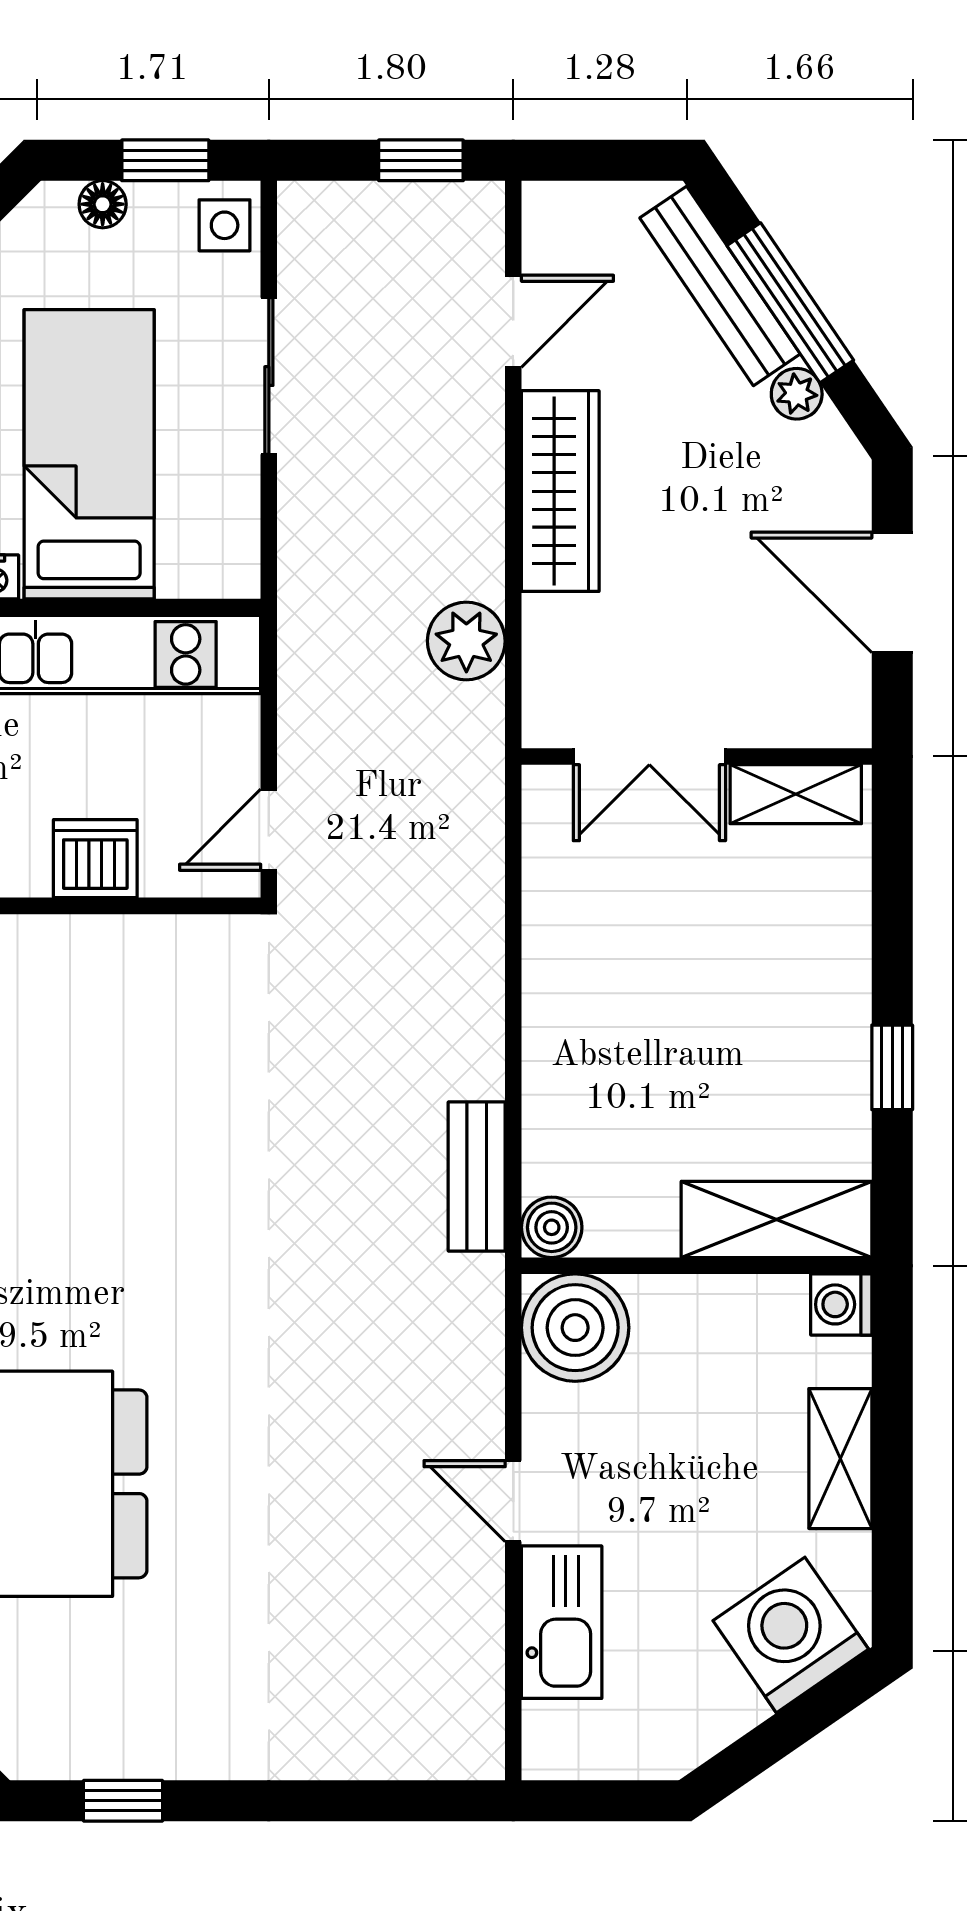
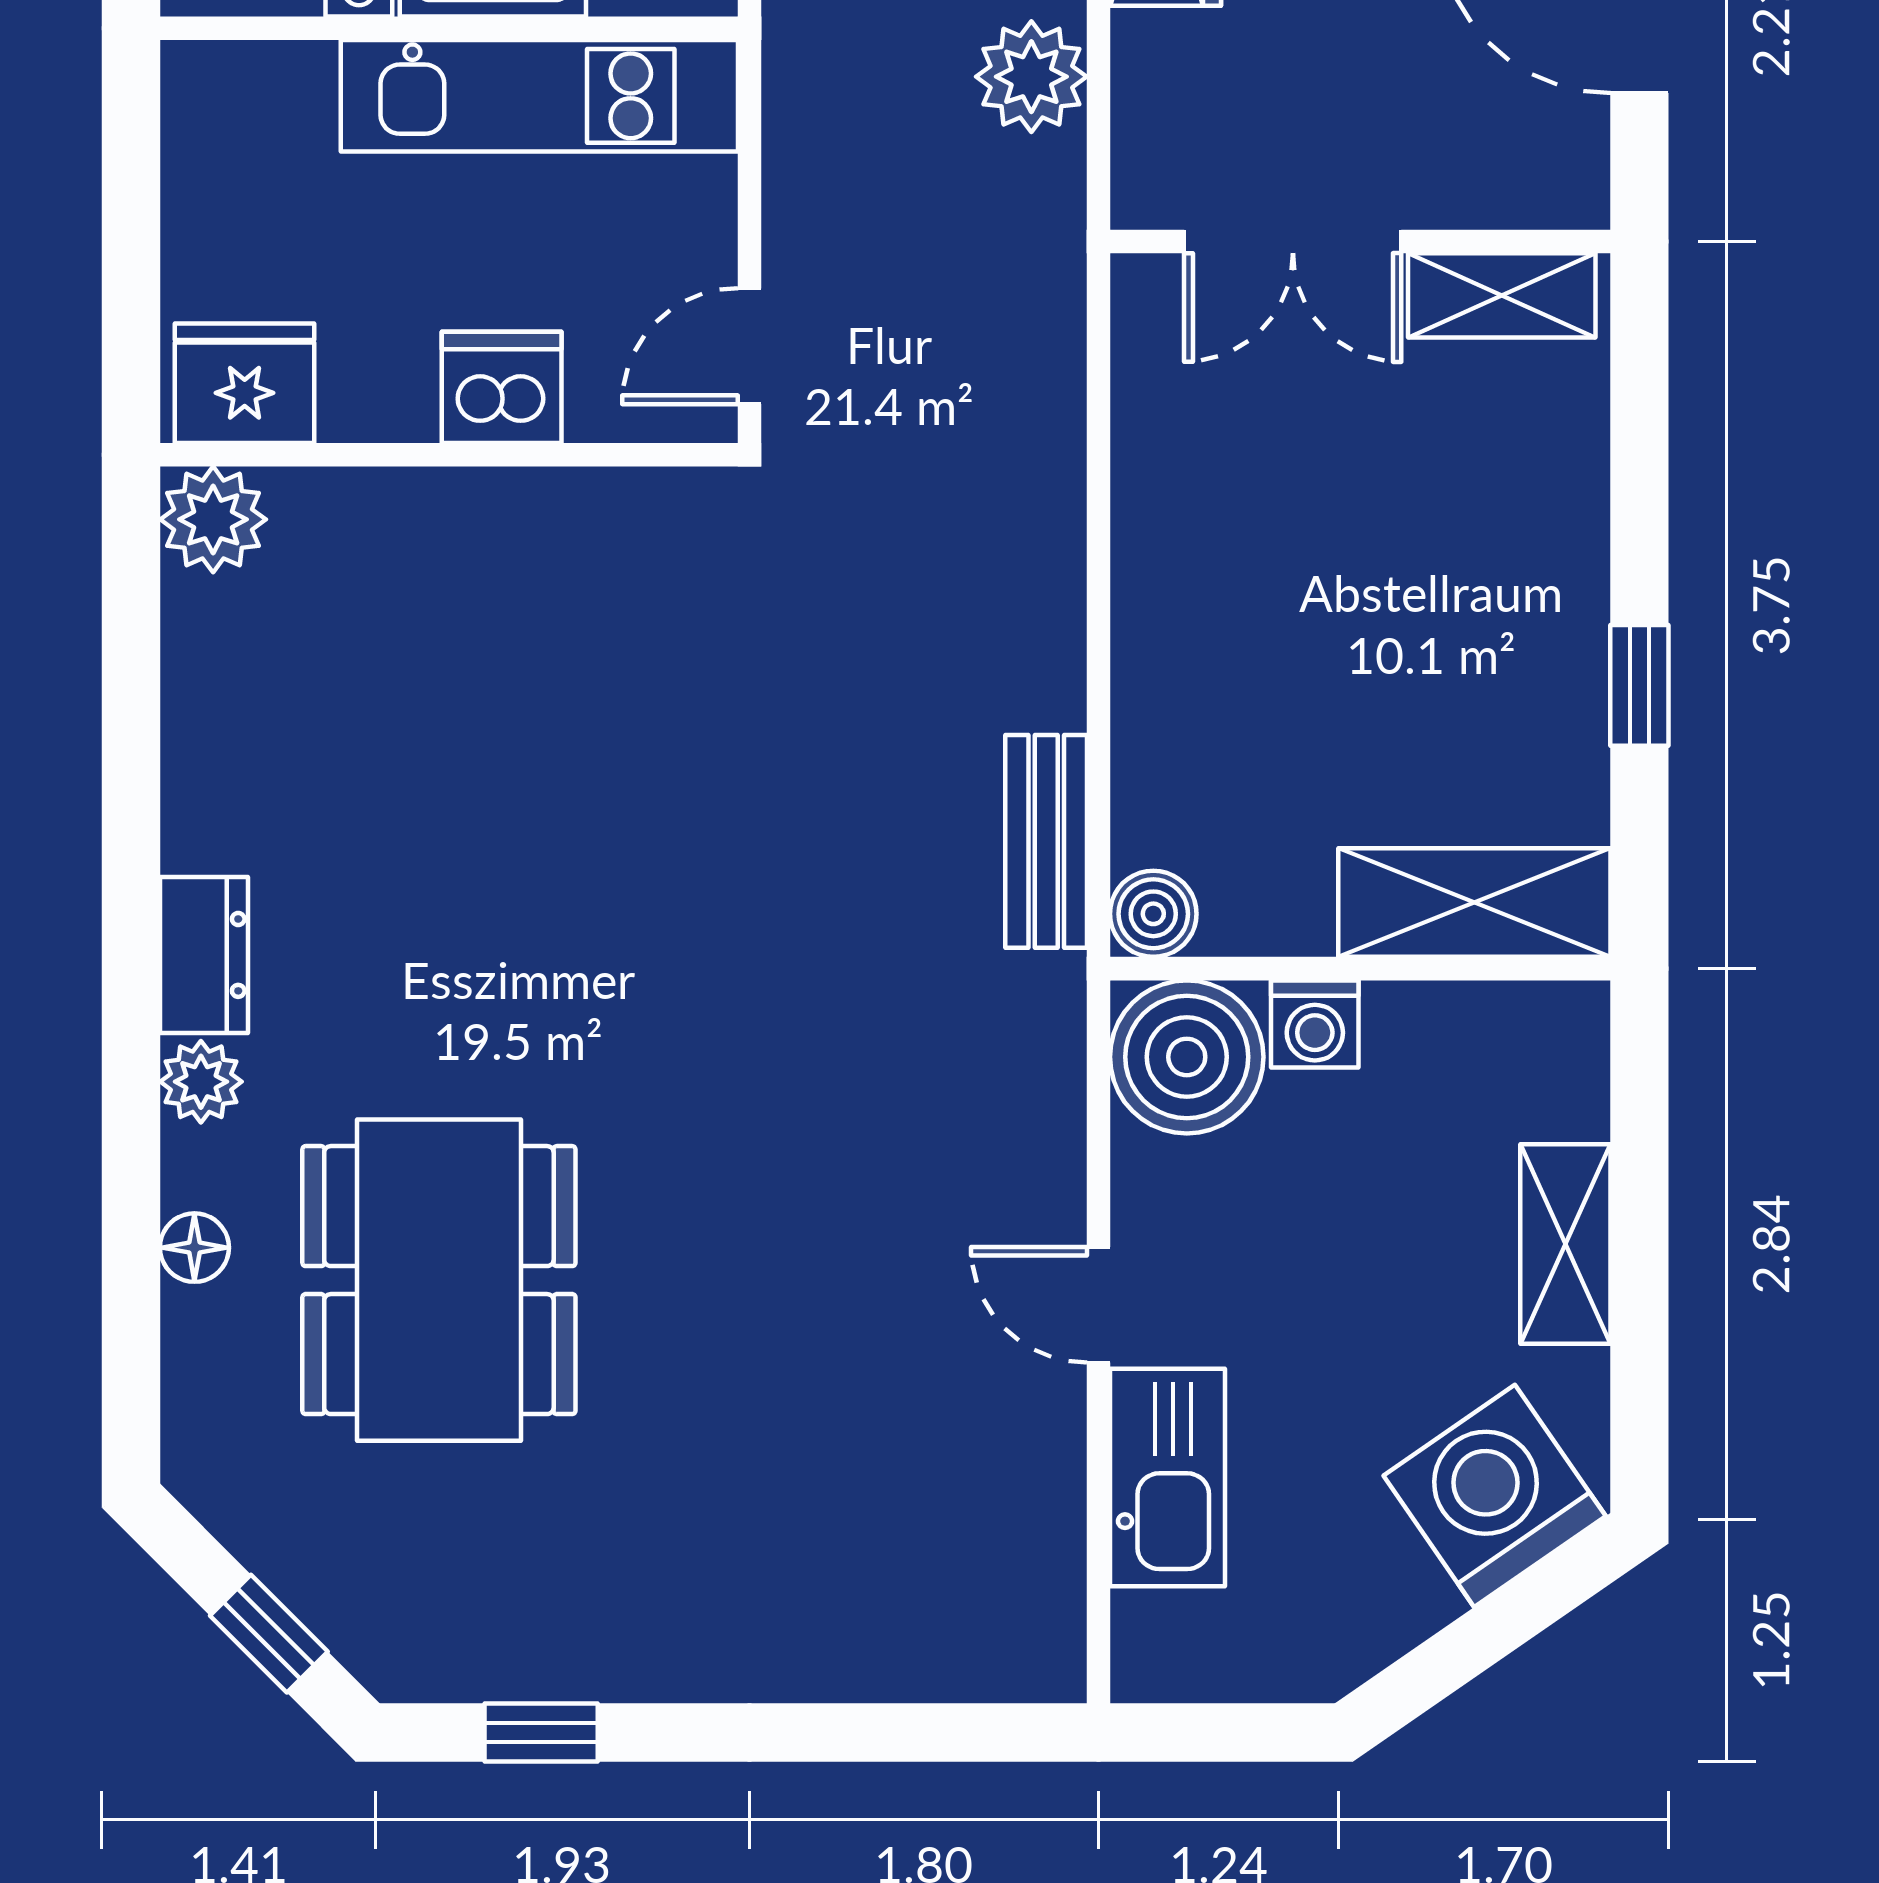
washing machine: (841, 1304) -> (1315, 1024), moved, turned -90

